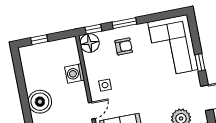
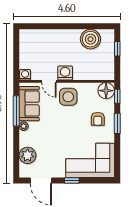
washing machine: (75, 74) -> (65, 73), moved
side table: (105, 85) -> (68, 97), width x1.87, depth x1.87
boiler: (40, 102) -> (90, 39), moved

